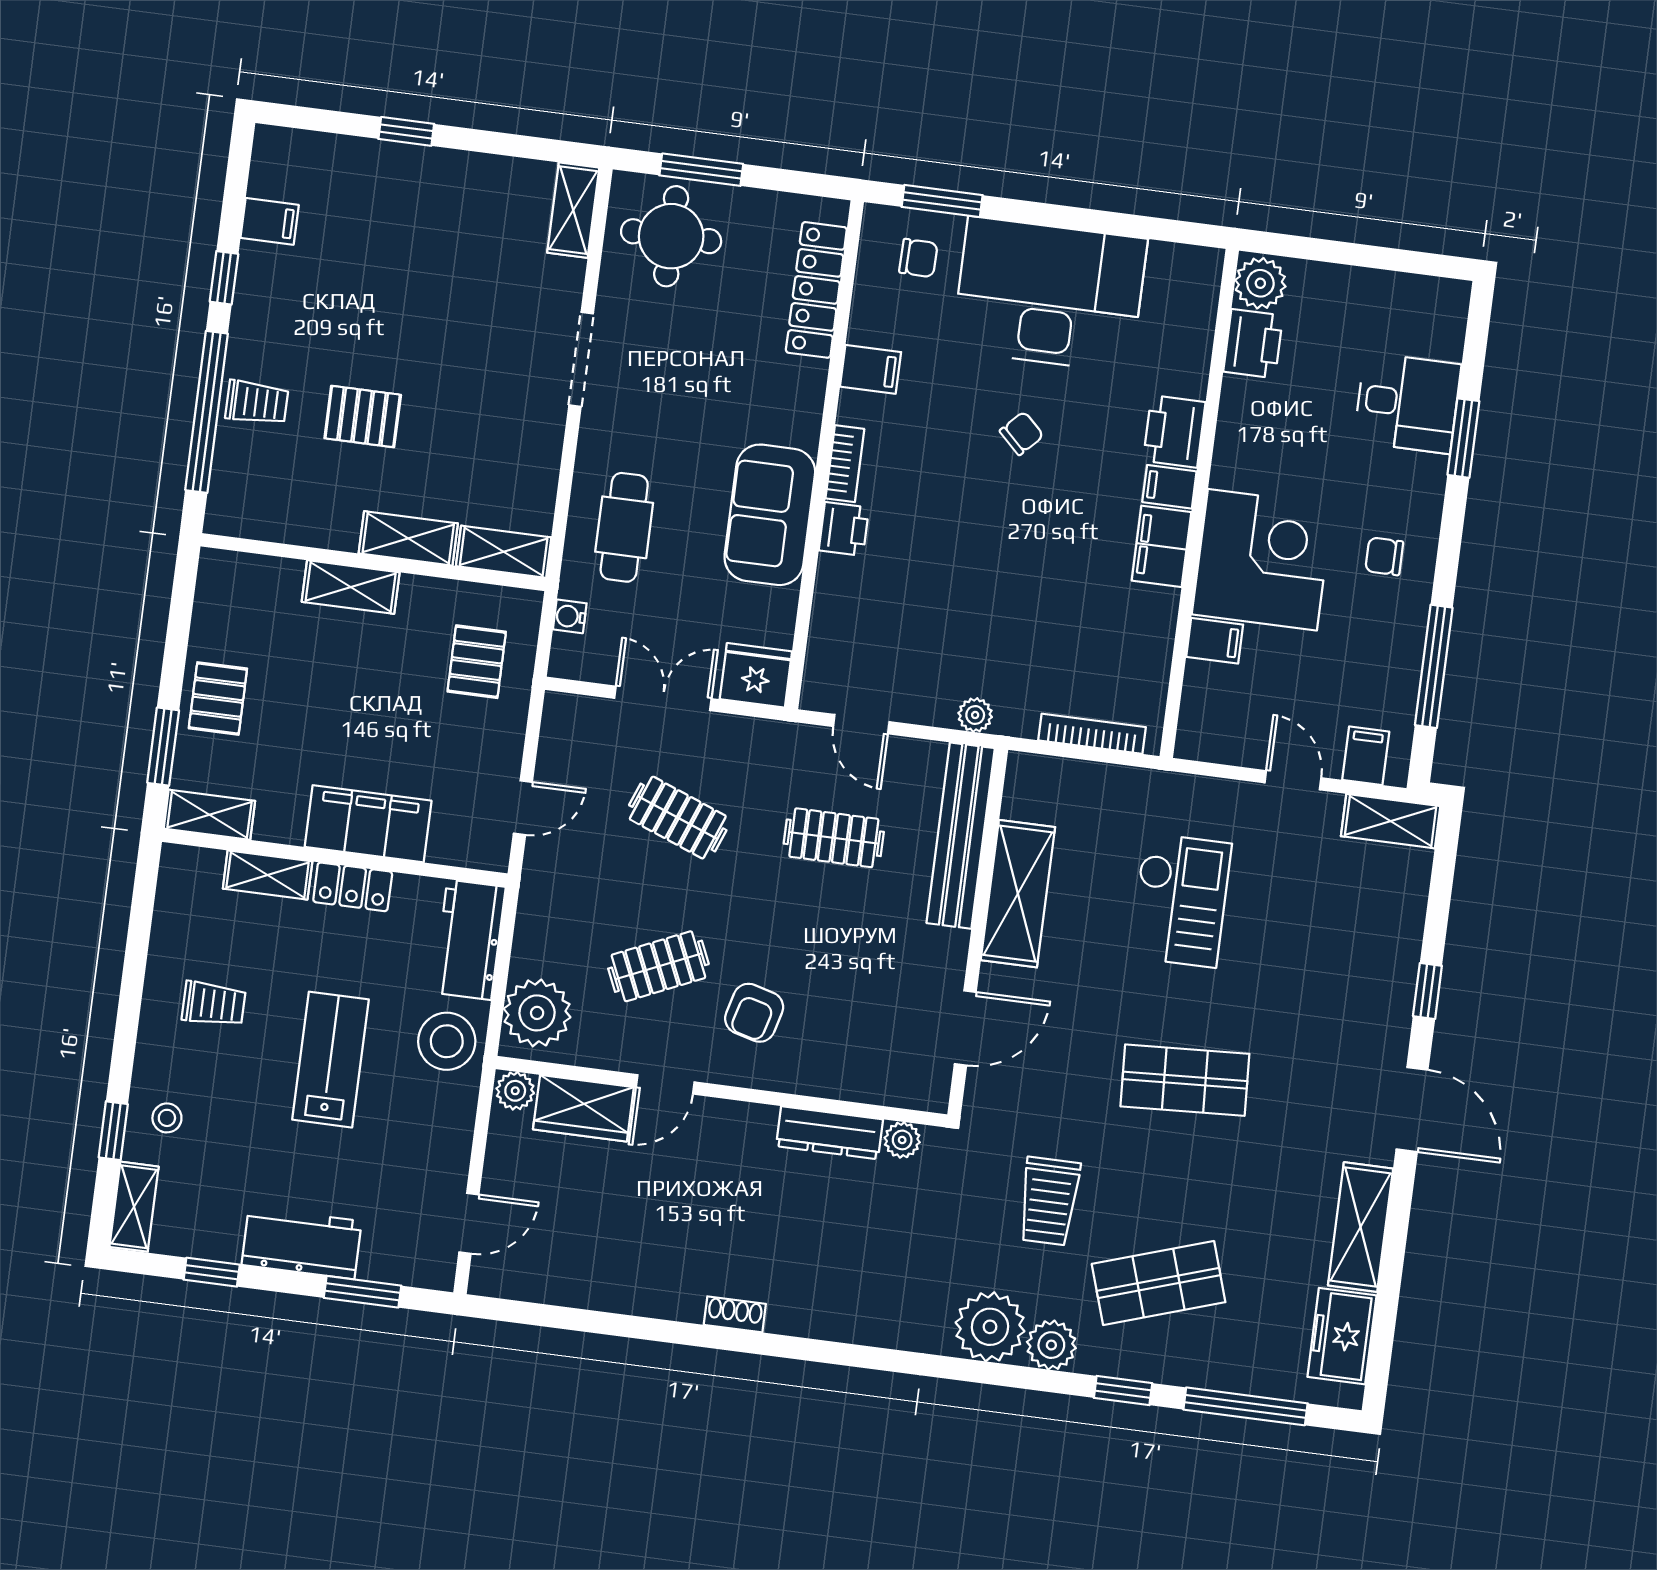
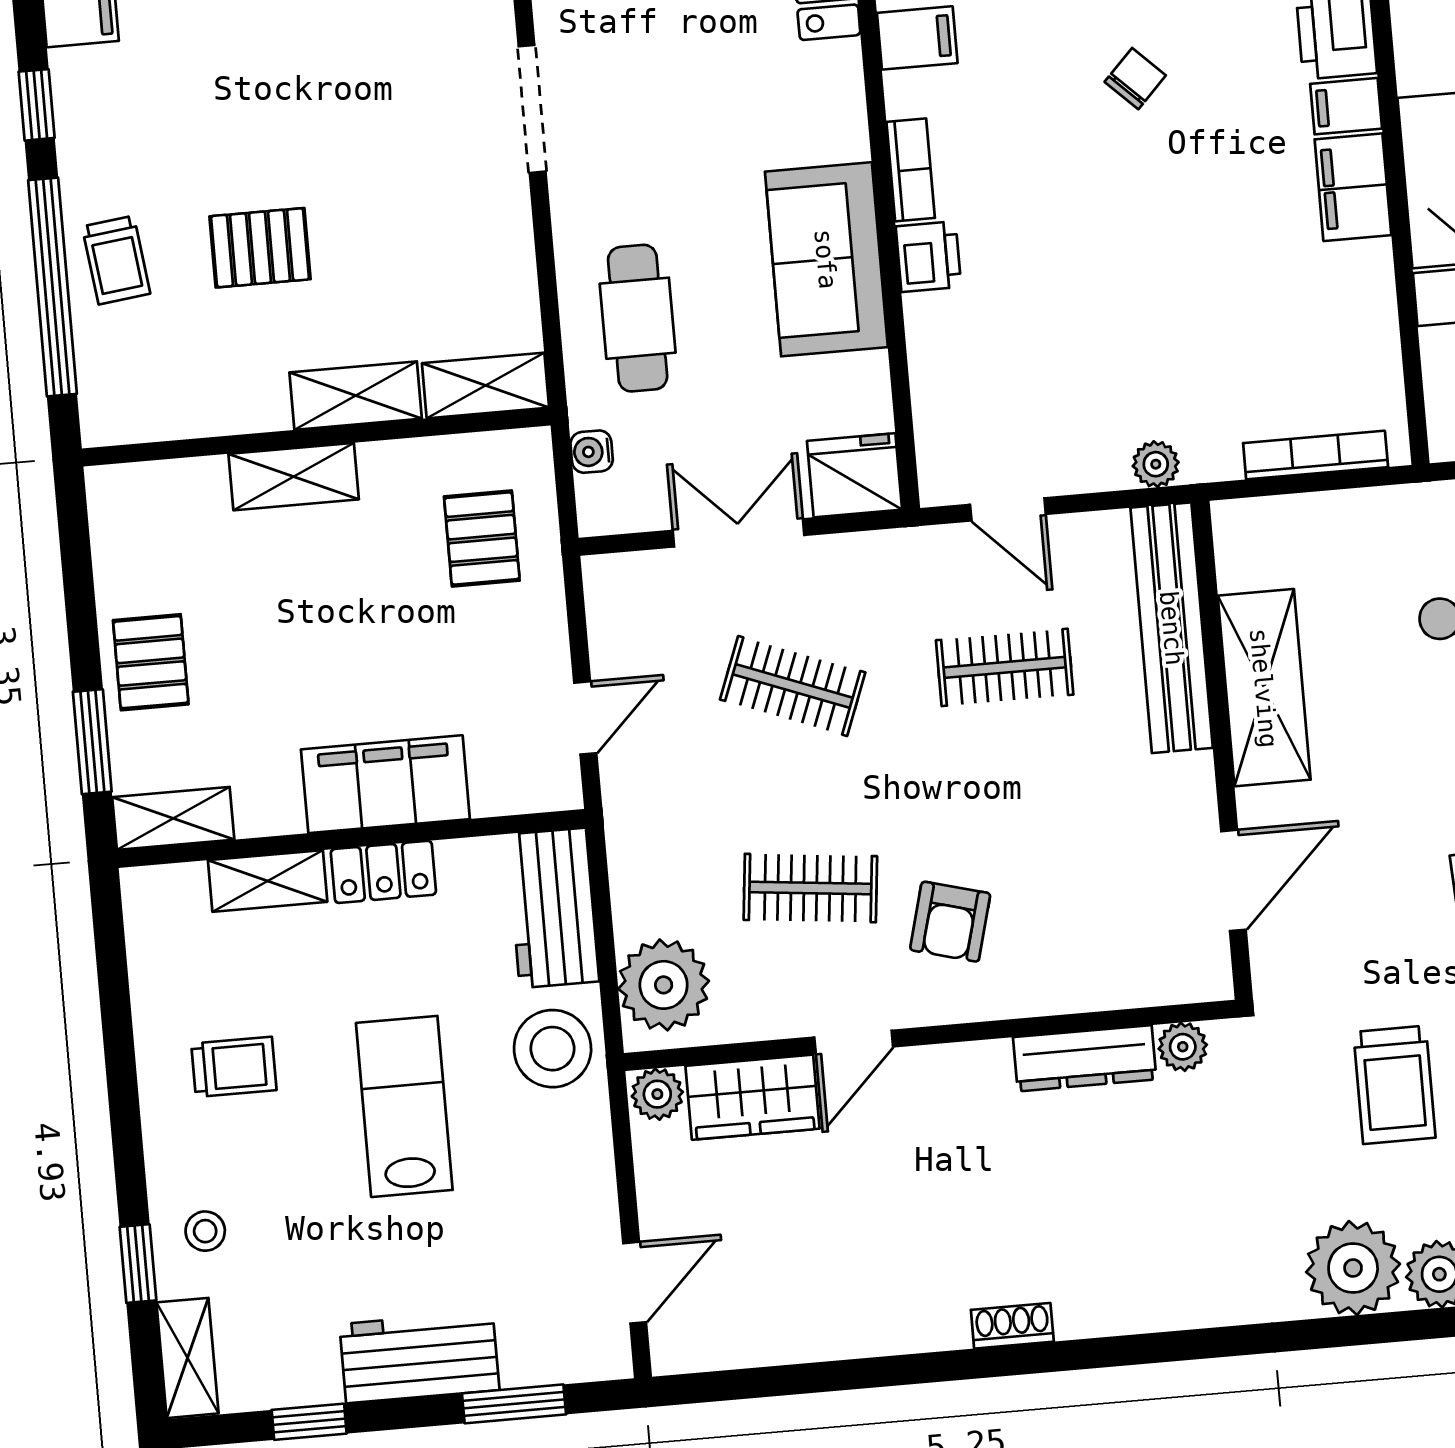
trolley: (257, 403) -> (116, 260), turned 83
clothes rail: (658, 966) -> (810, 888), turned 30

